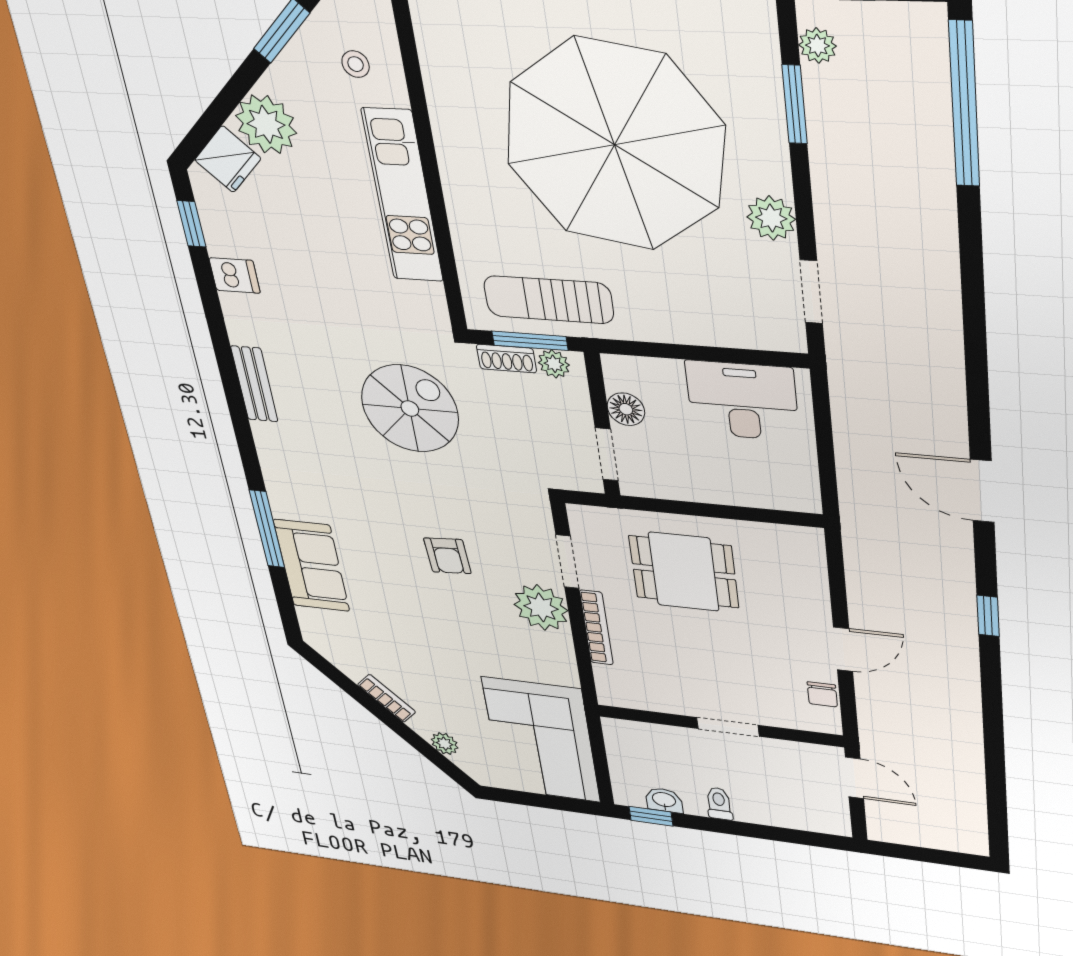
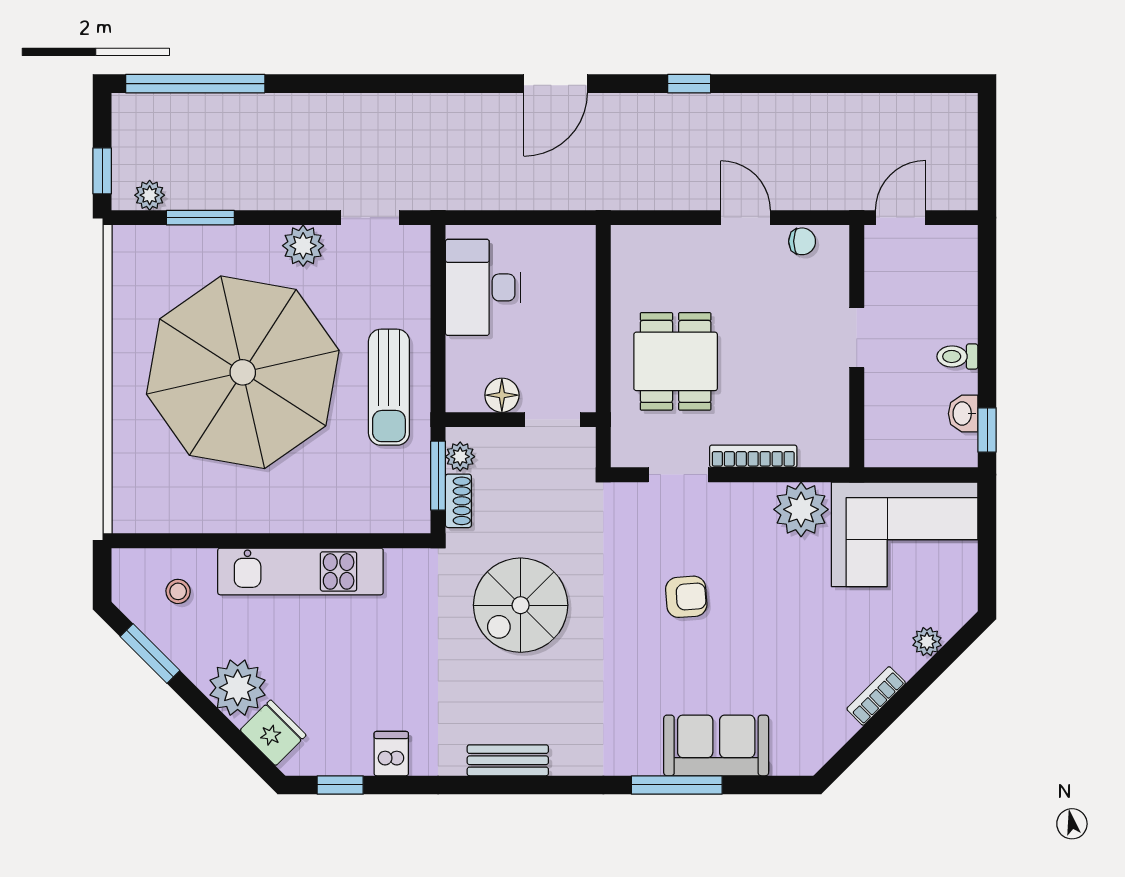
sun lounger: (548, 300) -> (389, 387), moved
spiral stairs: (410, 408) -> (521, 605), turned -90
plant: (541, 607) -> (801, 509), moved

